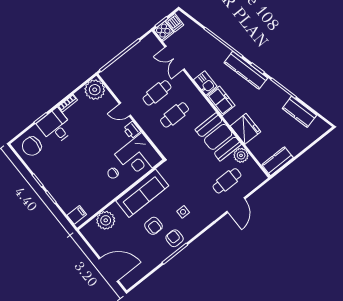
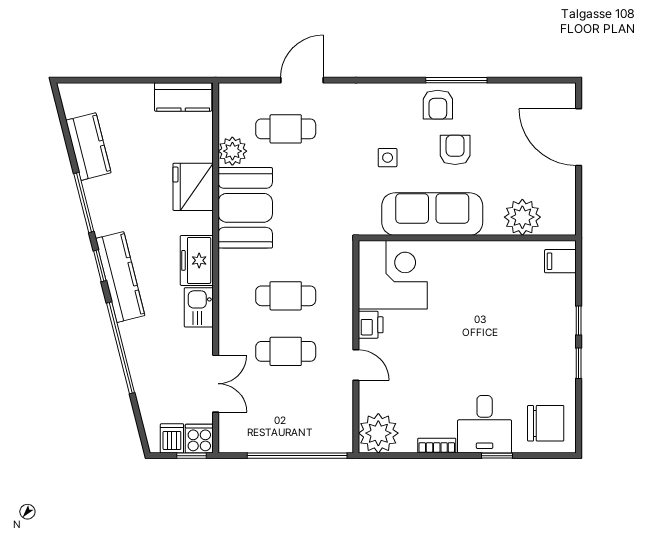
chair: (113, 173) -> (453, 281), removed
side table: (183, 212) -> (388, 158), moved

